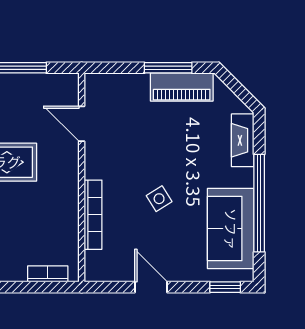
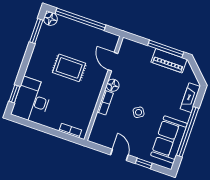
window: (168, 68) -> (166, 49), width x1.44
floor lamp: (96, 166) -> (113, 85), added
bookcase: (93, 215) -> (105, 103), width x0.64
window: (225, 287) -> (144, 163), moved

